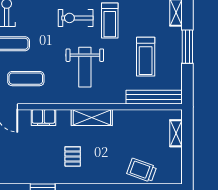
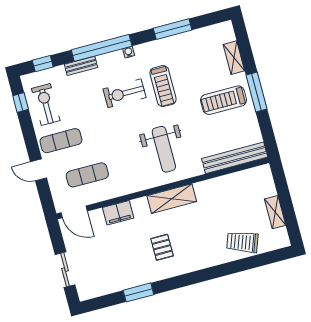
treadmill: (146, 57) -> (224, 100), moved, turned 90
weight bench: (85, 67) -> (164, 149), moved
shelving: (176, 133) -> (275, 212), moved

